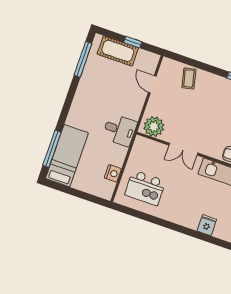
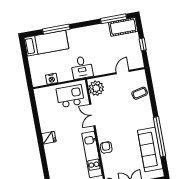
cot: (118, 51) -> (123, 27), moved, turned 90
window: (52, 149) -> (56, 29), moved
kitchen island: (145, 188) -> (70, 96), moved, turned 90
fridge: (207, 225) -> (49, 138), moved

